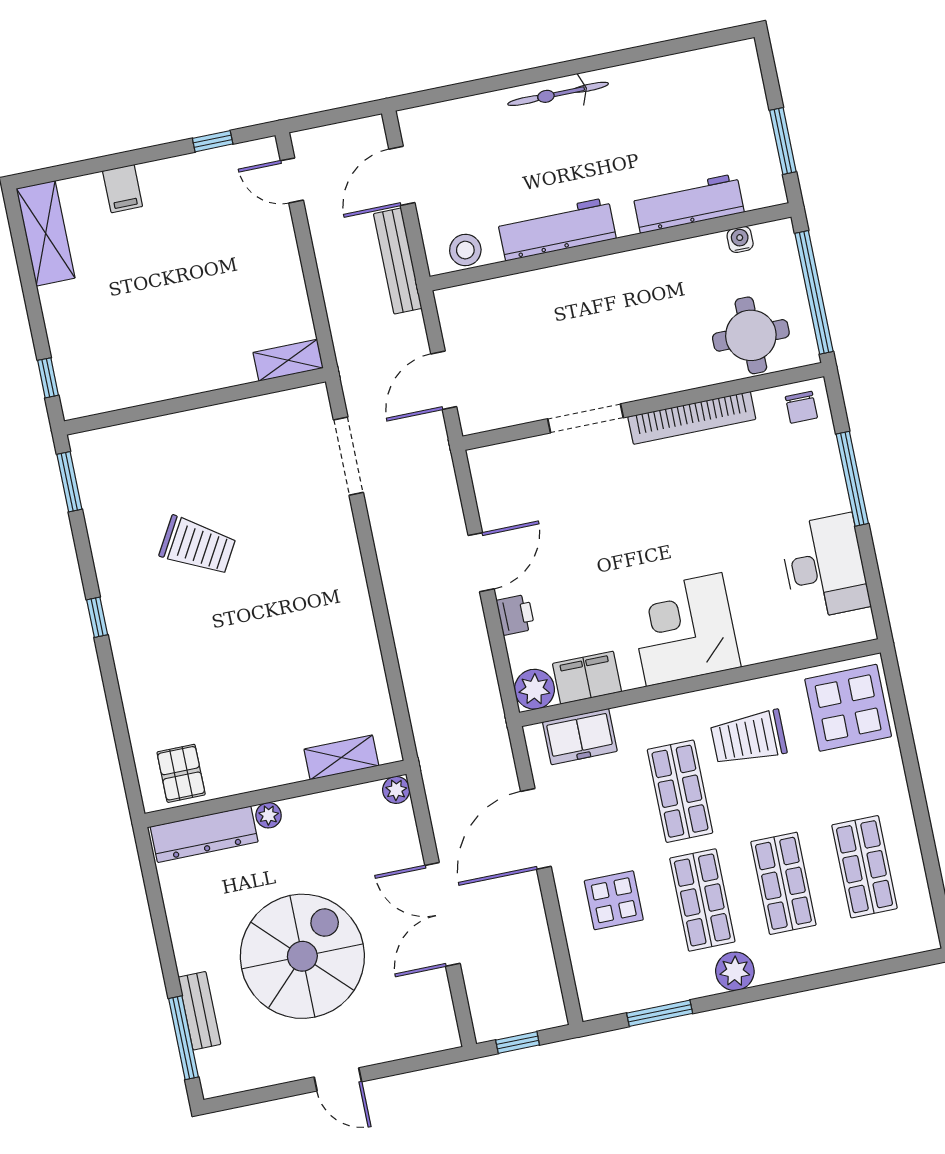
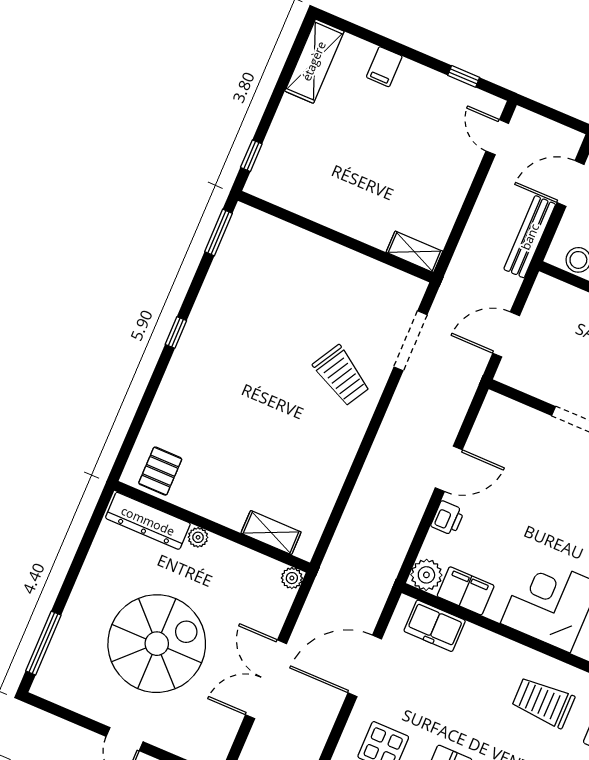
trolley: (198, 546) -> (342, 376), moved
shop shelf: (680, 791) -> (475, 706), removed
bench: (199, 1011) -> (66, 633), removed

